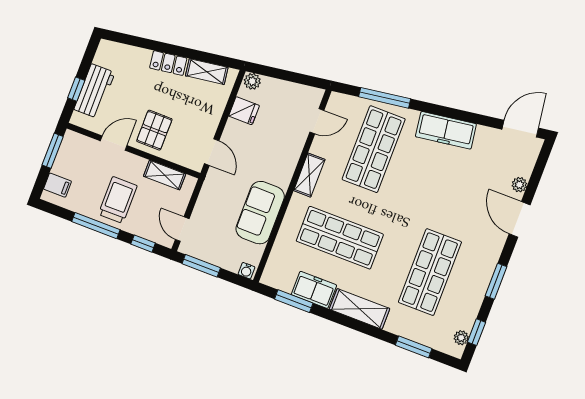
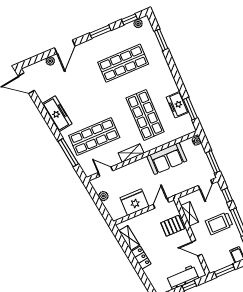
plant: (252, 81) -> (103, 196), moved
fridge: (244, 111) -> (134, 202), width x1.88, depth x1.34
pallet: (154, 130) -> (173, 226), moved
shelving: (360, 309) -> (167, 78), removed

